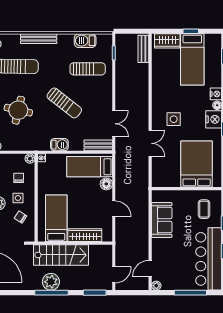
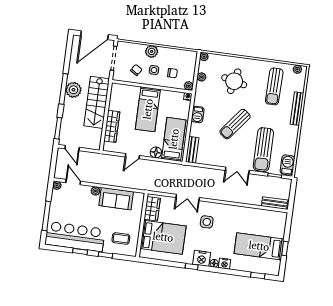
barbecue: (85, 41) -> (287, 165), moved
wardrobe: (167, 41) -> (152, 209), moved, turned 180
sun lounger: (88, 69) -> (263, 150), width x1.36, depth x1.34
double door: (114, 124) -> (237, 170), moved
plant: (18, 146) -> (202, 77), added
bed: (56, 218) -> (148, 109), moved, turned 90
plant: (157, 243) -> (95, 191), added

